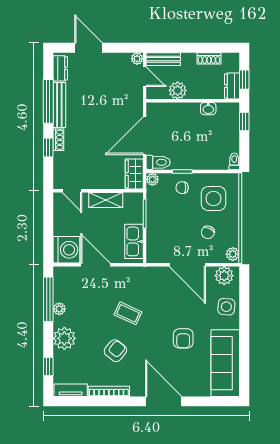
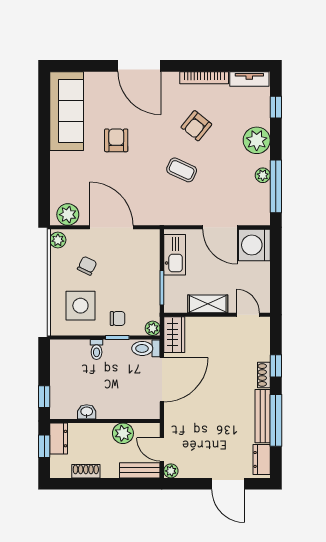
toilet: (234, 161) -> (97, 349), moved
side table: (226, 307) -> (65, 178), removed

